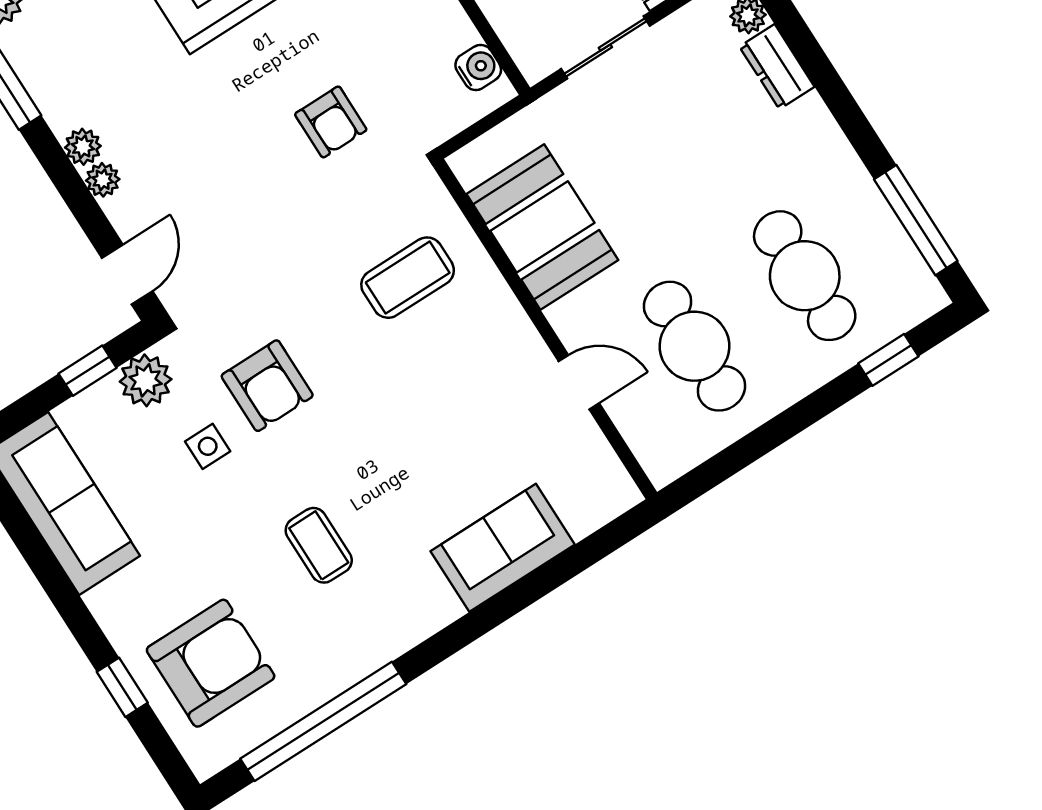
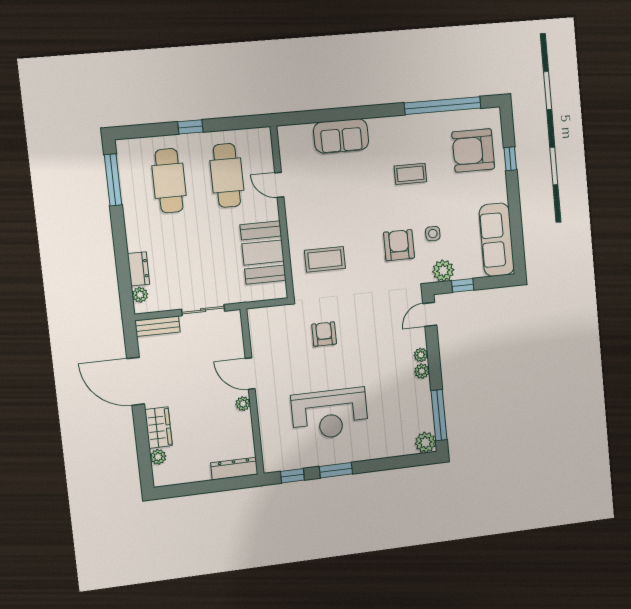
water cooler: (478, 67) -> (257, 327), removed
window: (888, 360) -> (190, 127), moved
coffee table: (319, 545) -> (410, 174), turned 90

